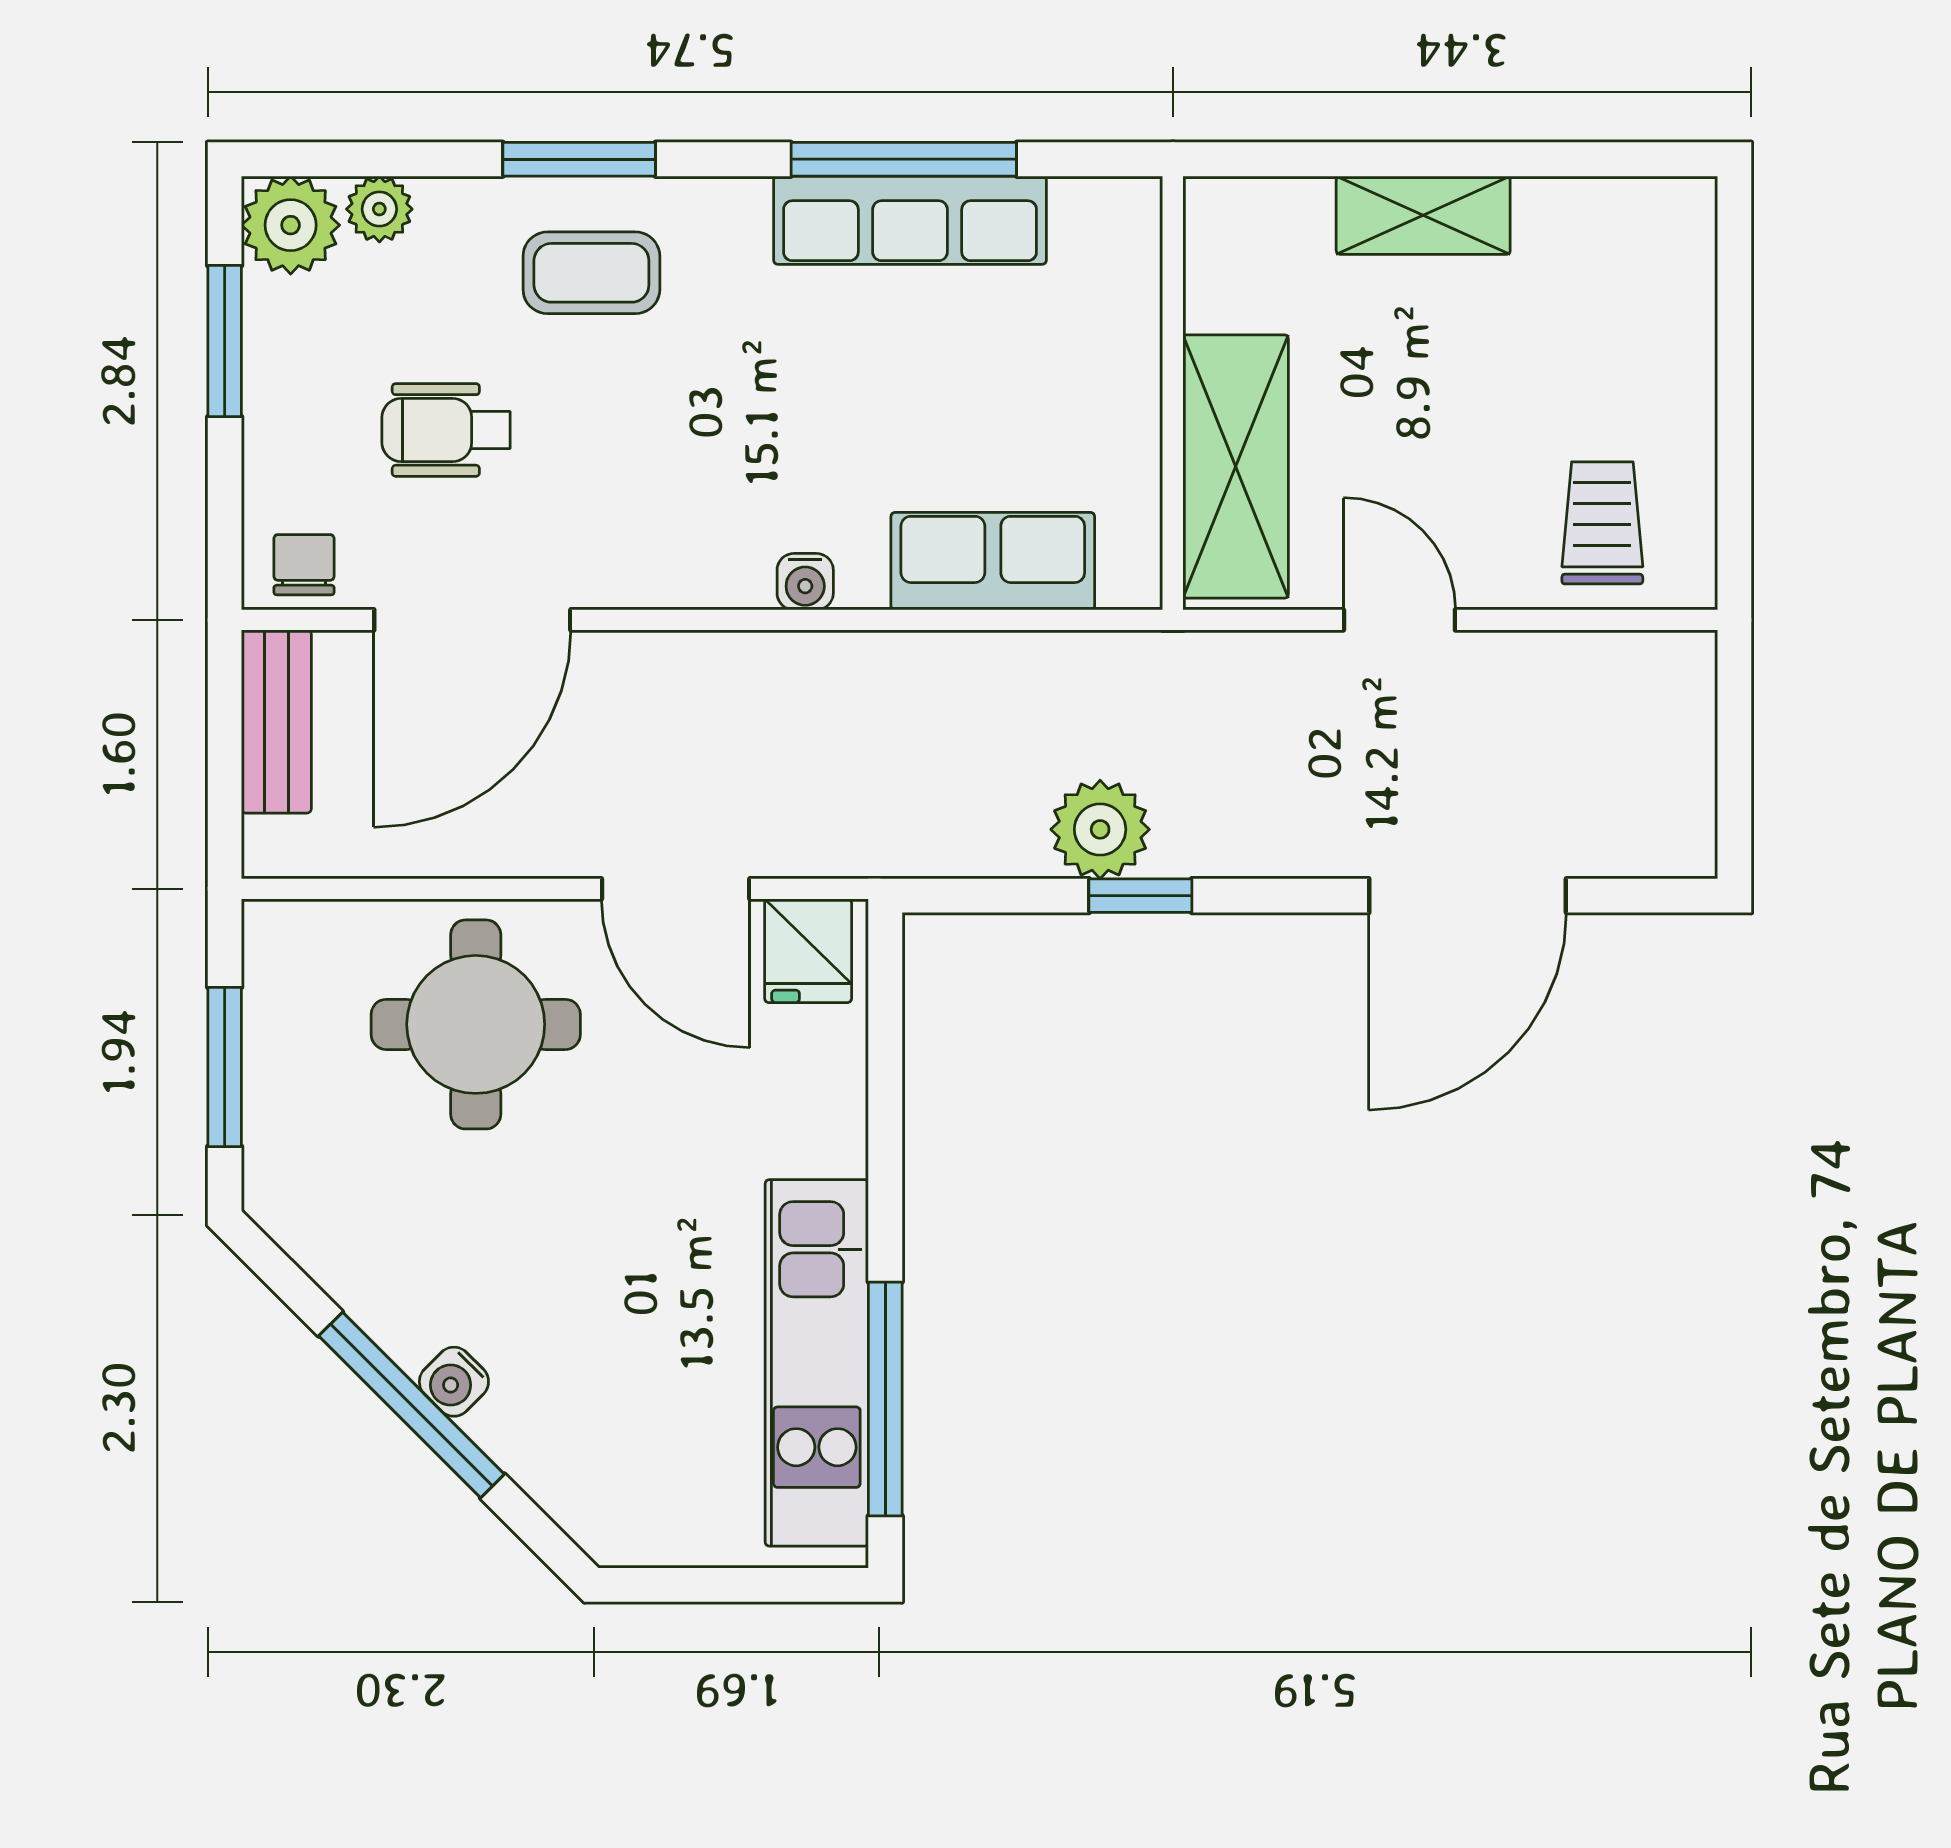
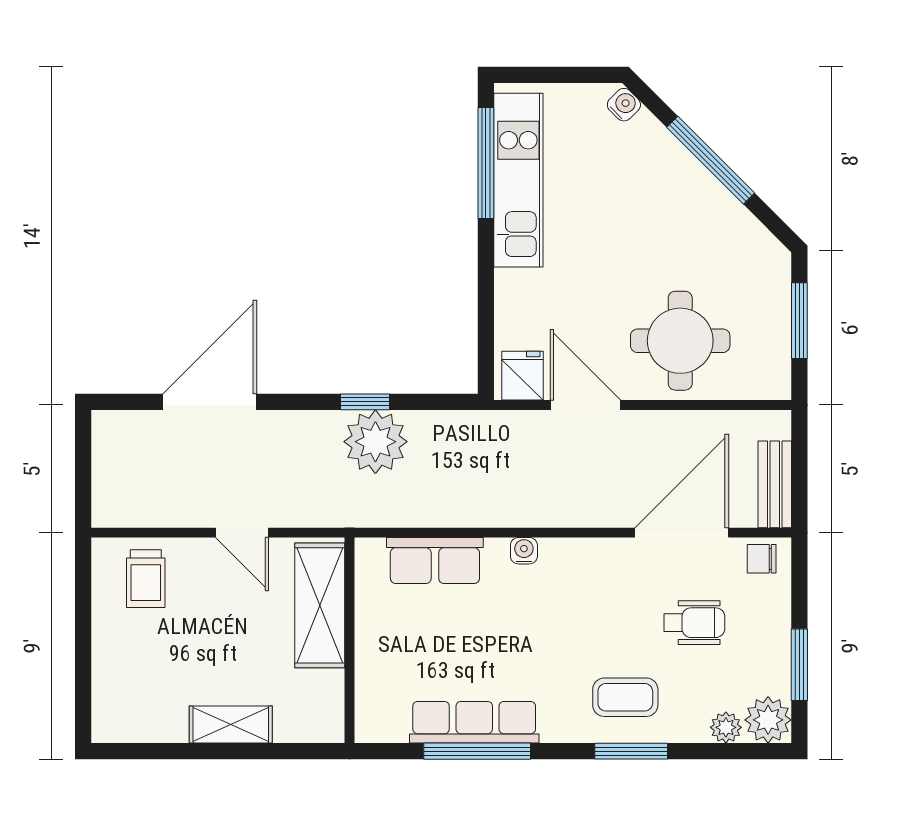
chair: (304, 565) -> (762, 559), turned 90
plant: (1100, 829) -> (375, 442), width x1.36, depth x1.36
water cooler: (454, 1382) -> (624, 105), moved

